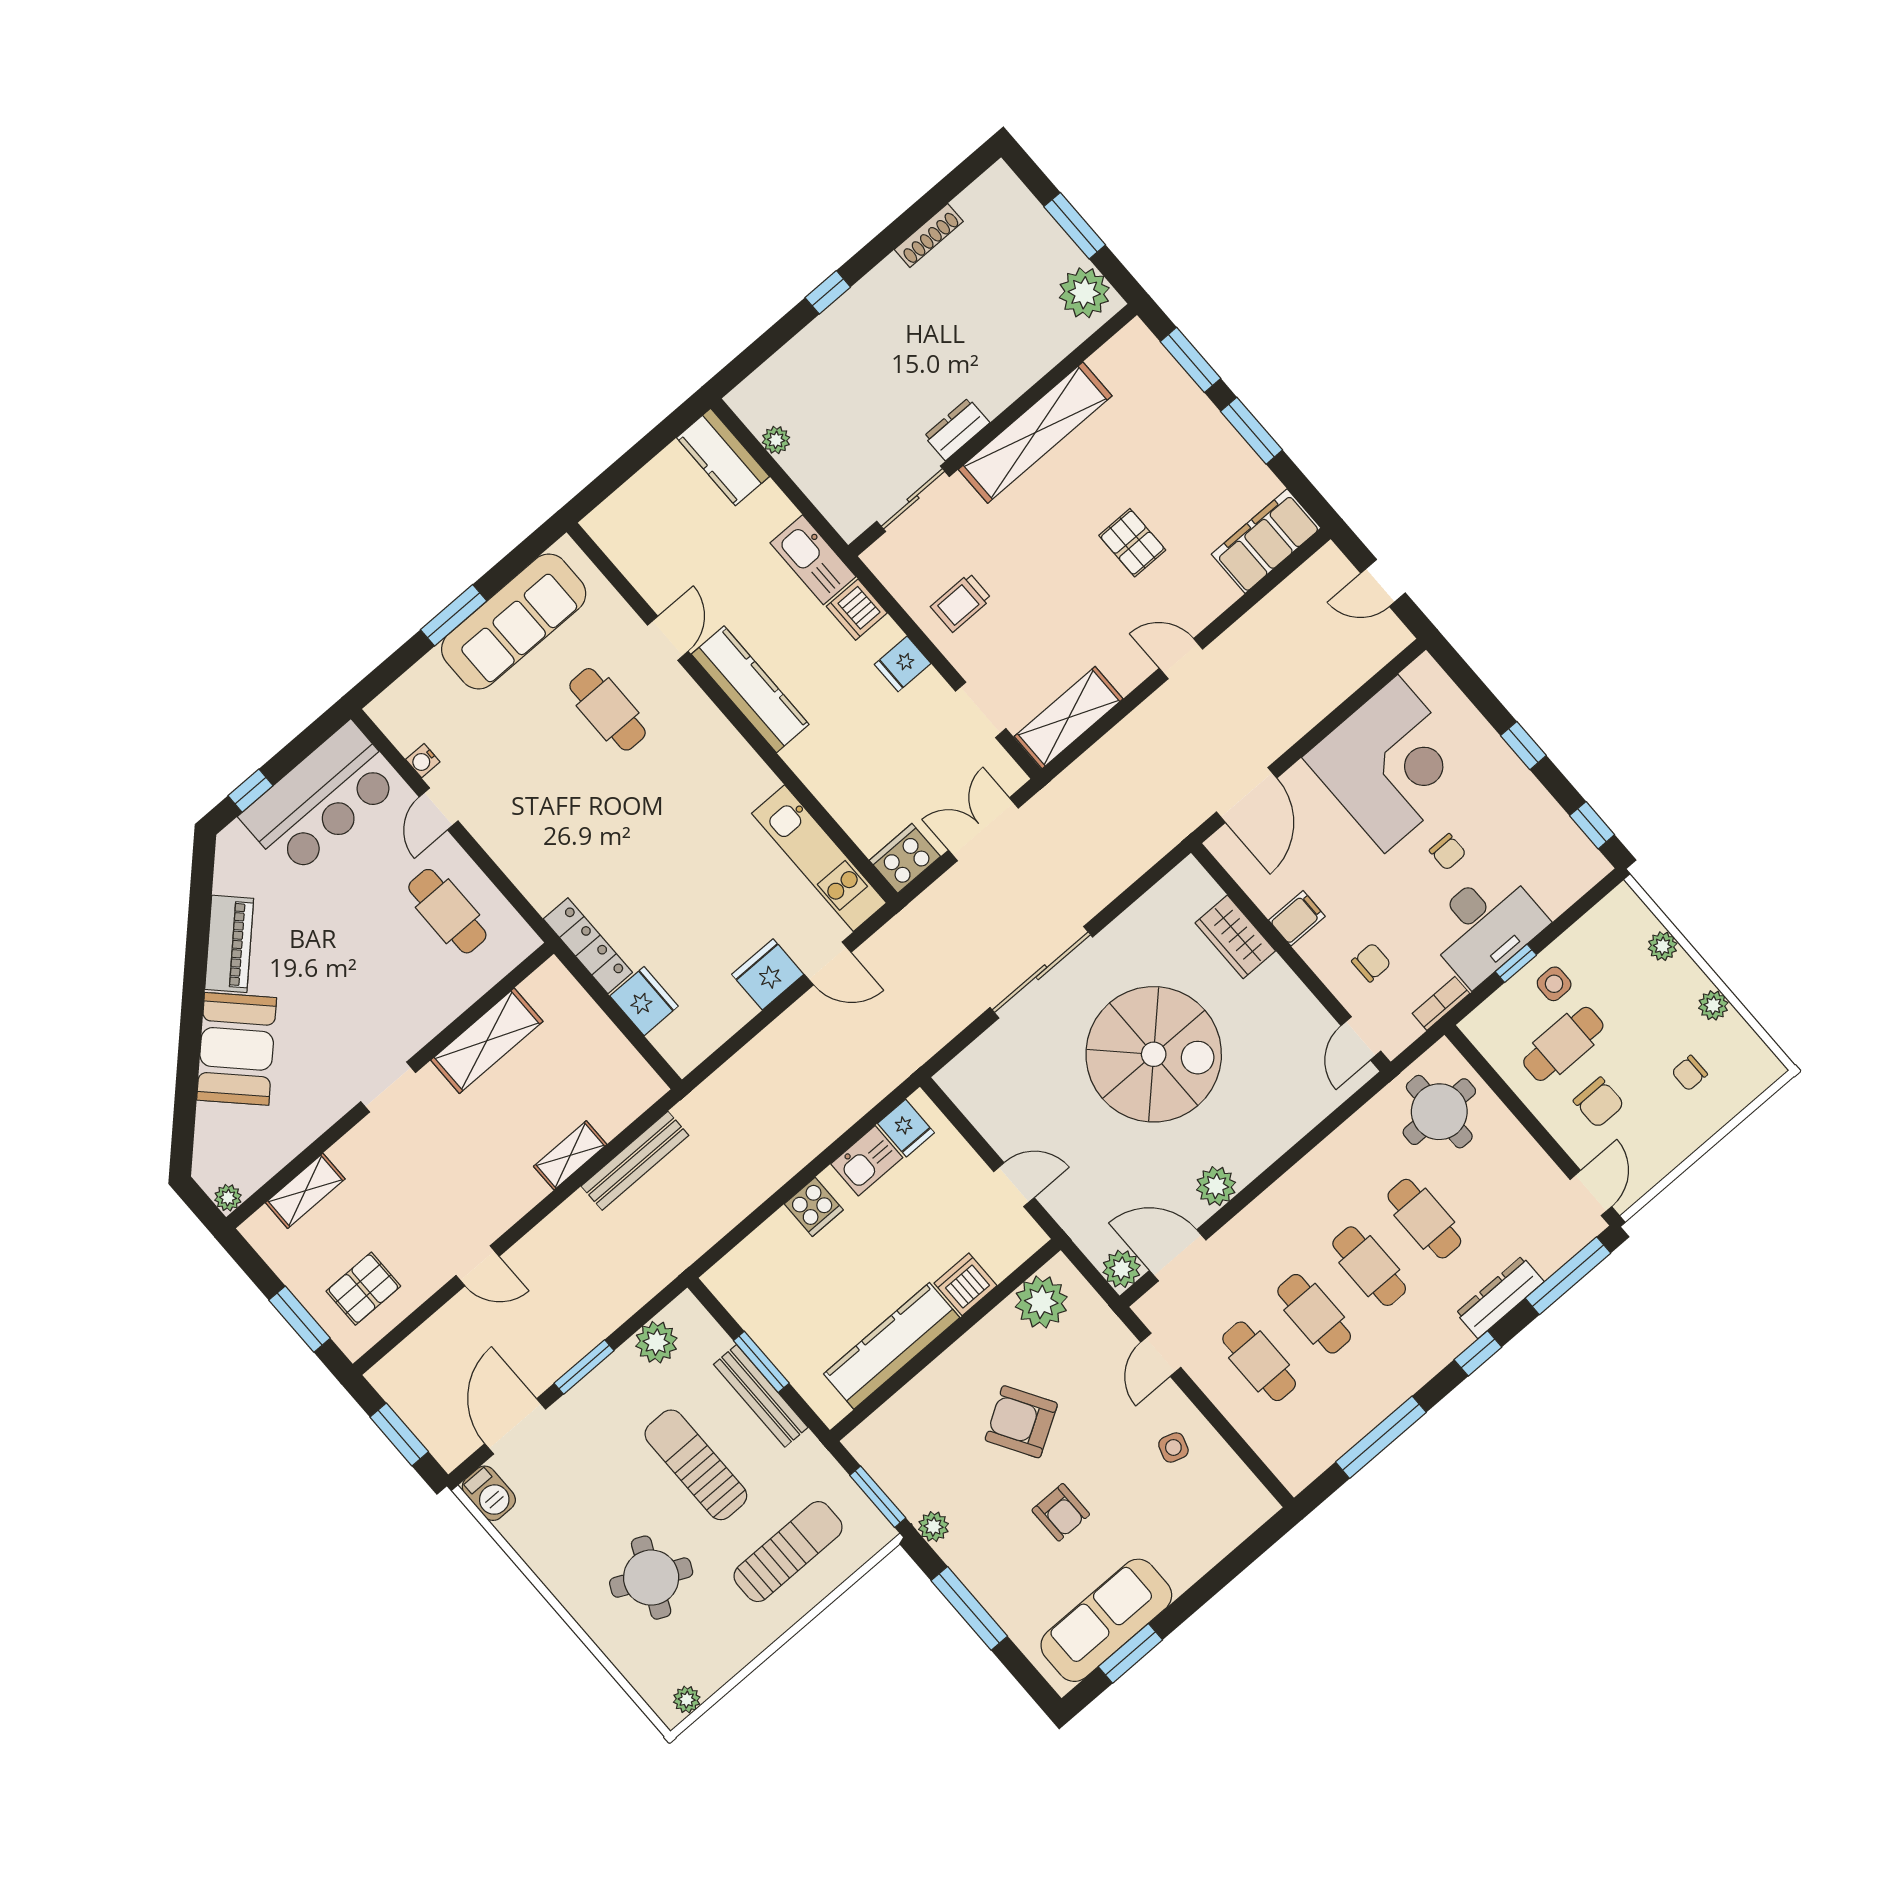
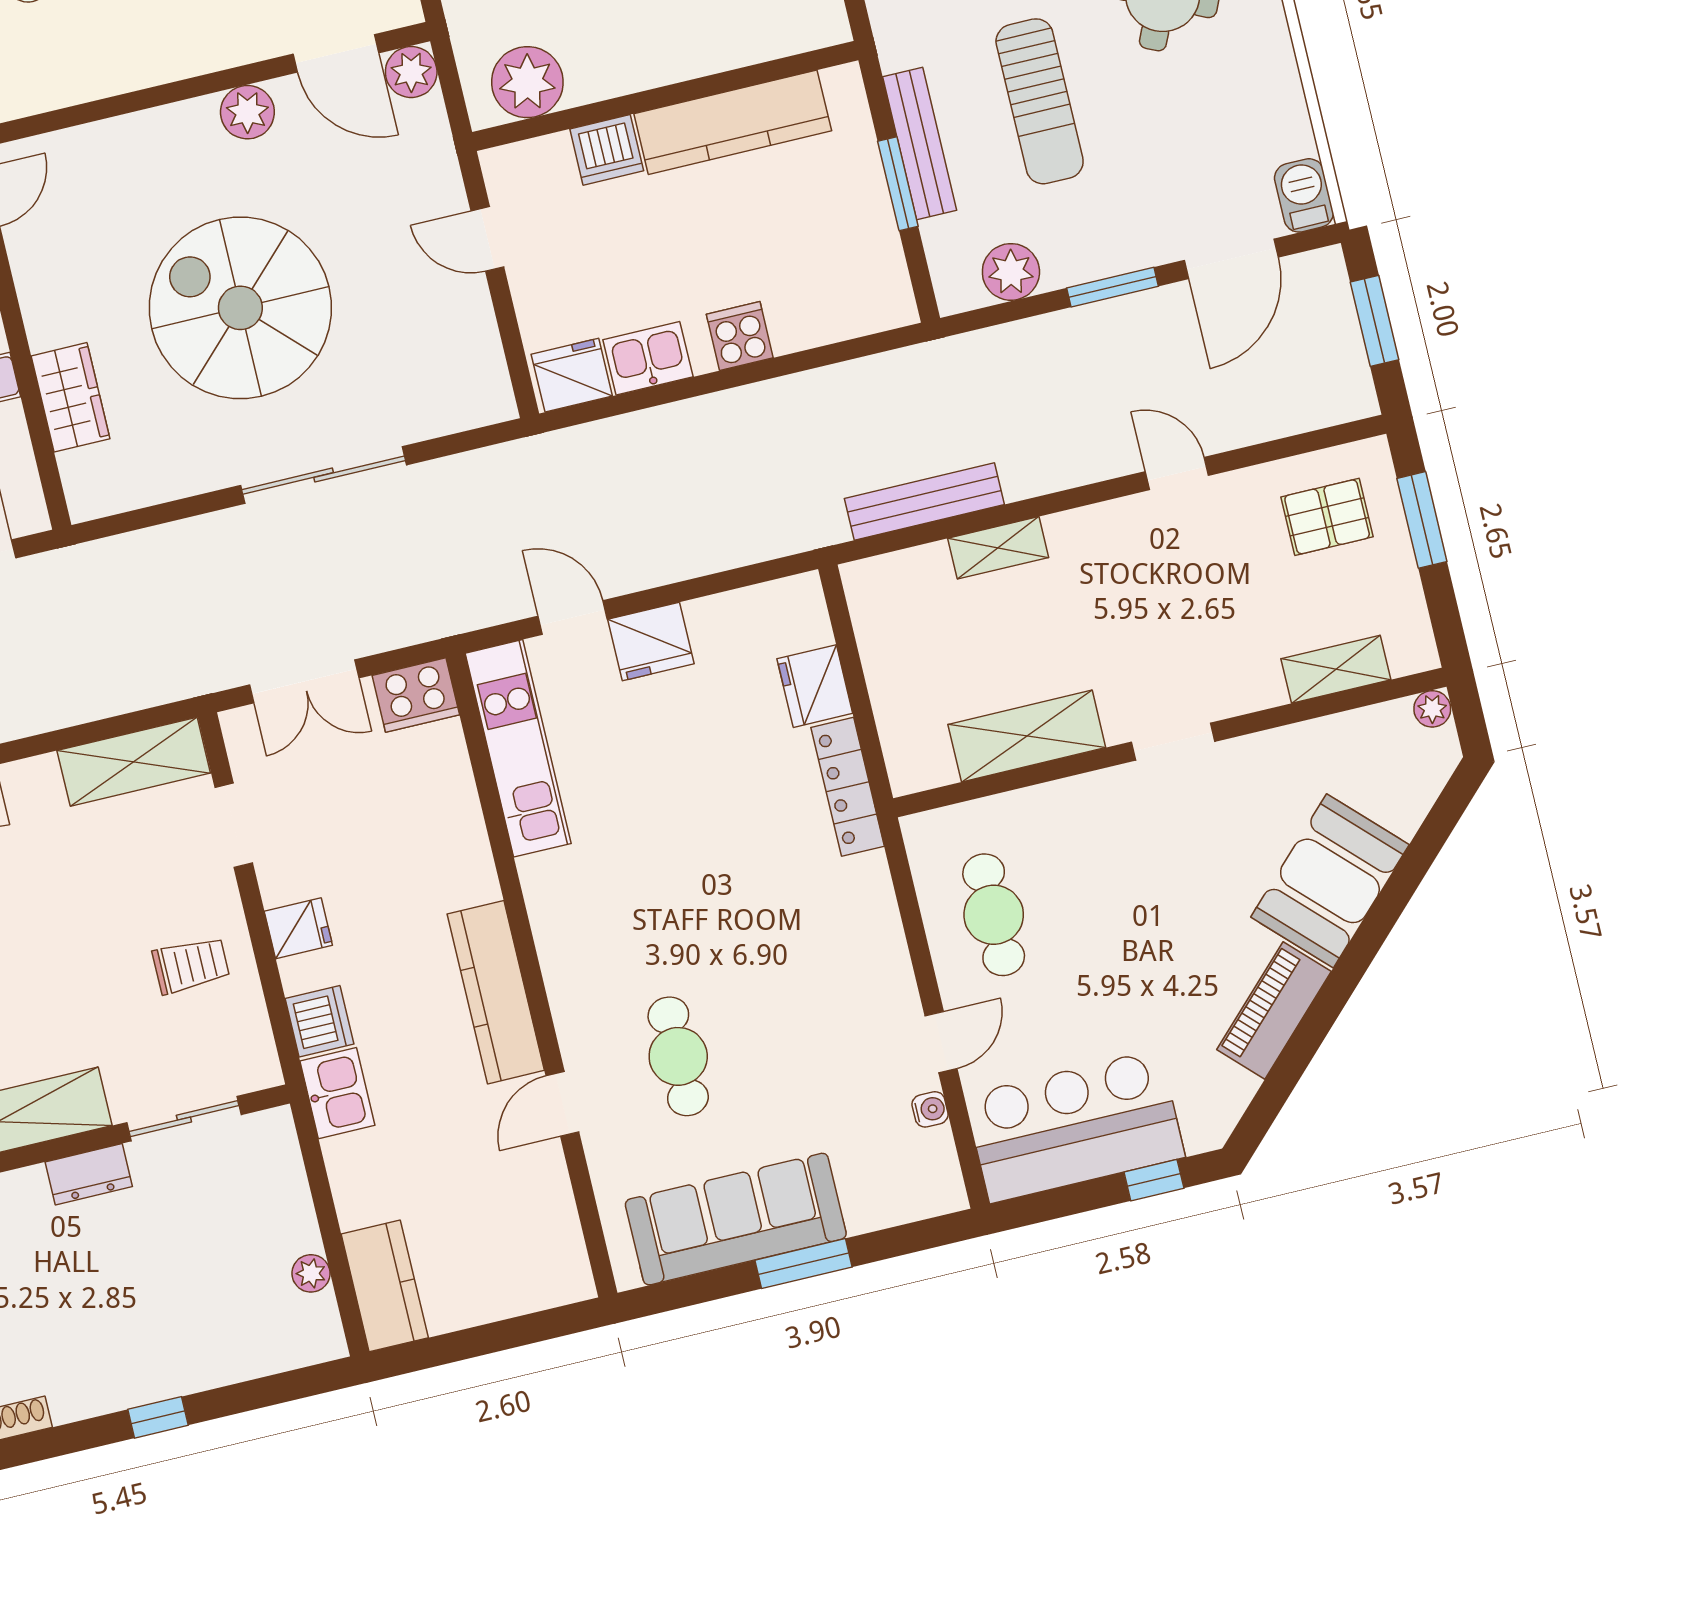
kitchen sink: (813, 560) -> (337, 1093), width x0.73
fridge: (906, 1128) -> (572, 375), width x1.38

